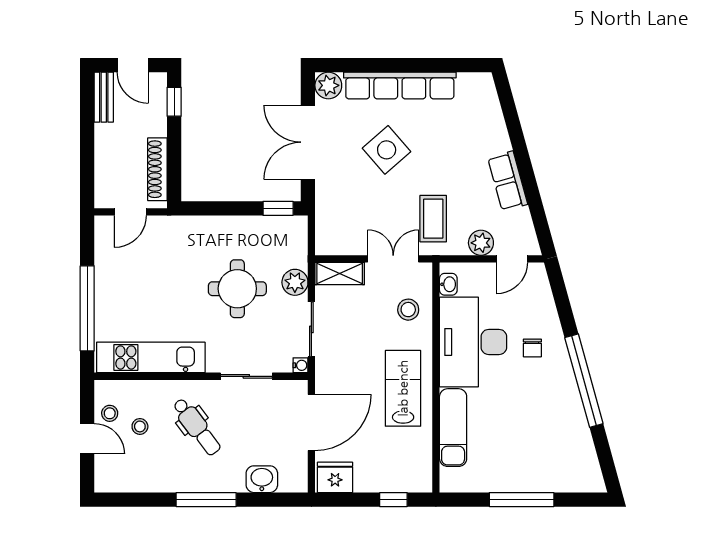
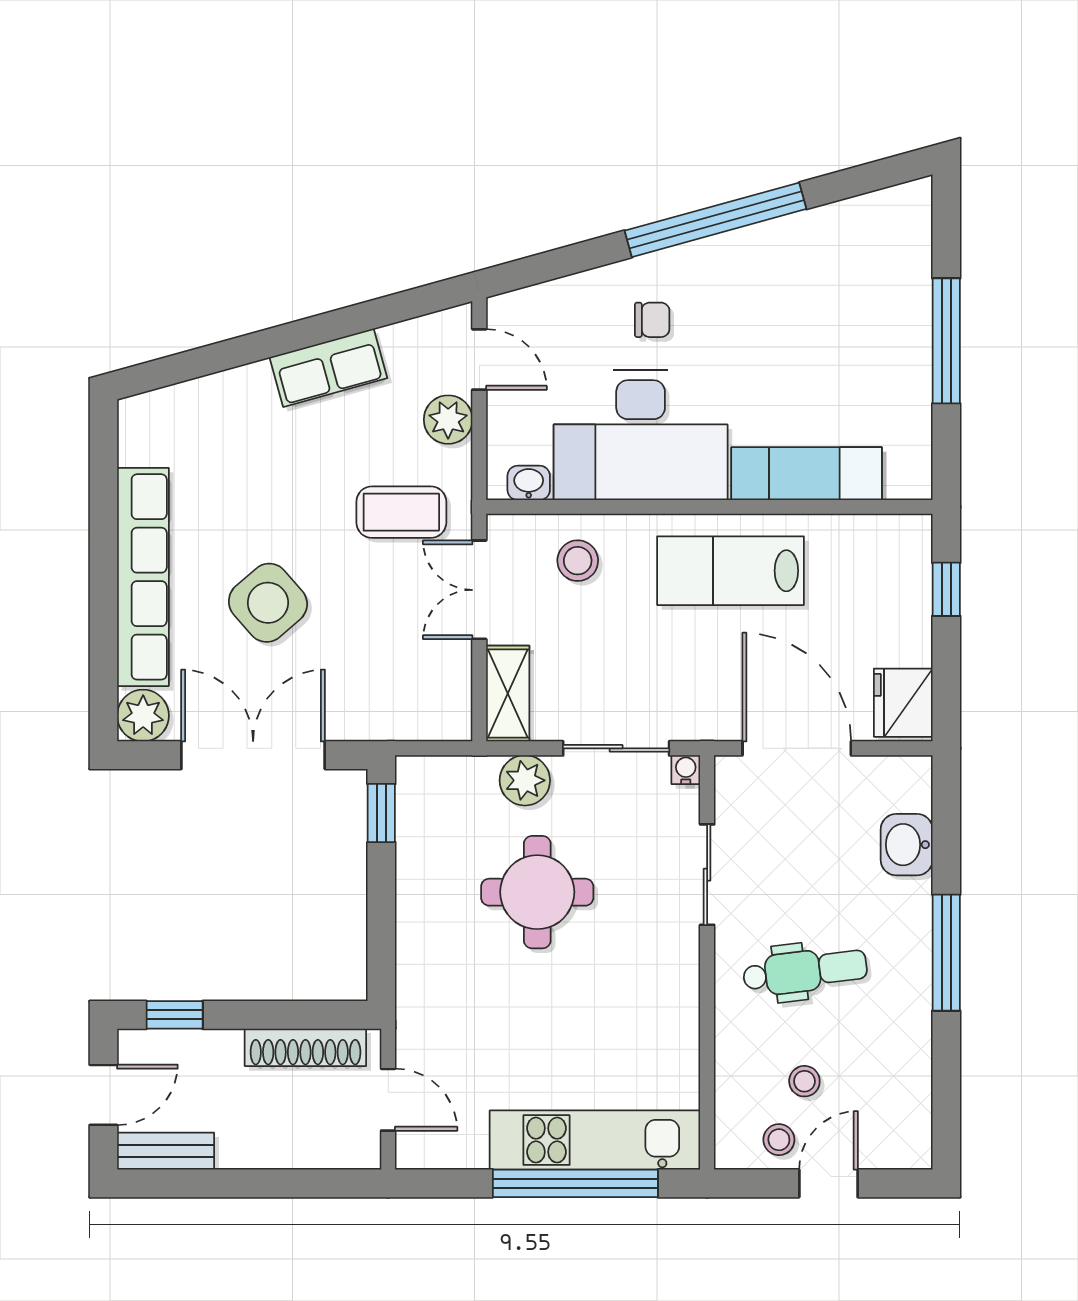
double door: (308, 142) -> (253, 755), swing flipped
kitchen unit: (151, 357) -> (595, 1140), moved, turned 90
dental chair: (197, 427) -> (805, 971), turned 30

